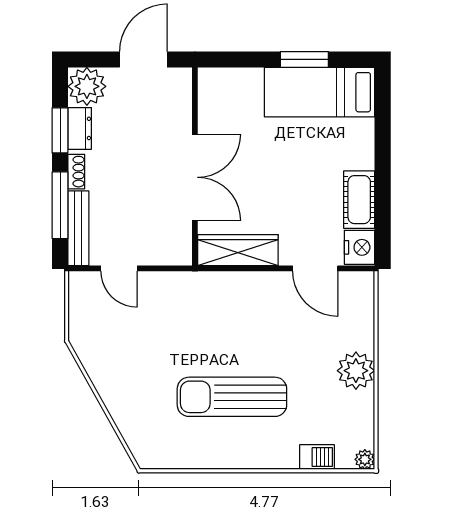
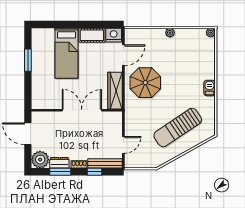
bed: (320, 92) -> (66, 53), moved
window: (60, 205) -> (94, 172), width x0.46
parasol: (255, 317) -> (145, 83), added
plant: (356, 371) -> (170, 33), width x0.53, depth x0.53
sun lounger: (232, 397) -> (178, 128), moved, turned 56
barbecue: (317, 457) -> (209, 88), moved

